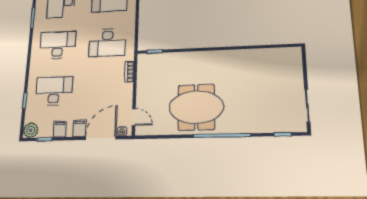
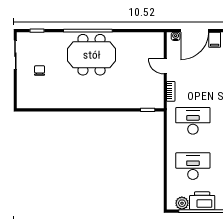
chair: (277, 89) -> (40, 71), added
meeting table: (196, 107) -> (92, 55), moved
door: (134, 117) -> (165, 66), moved

